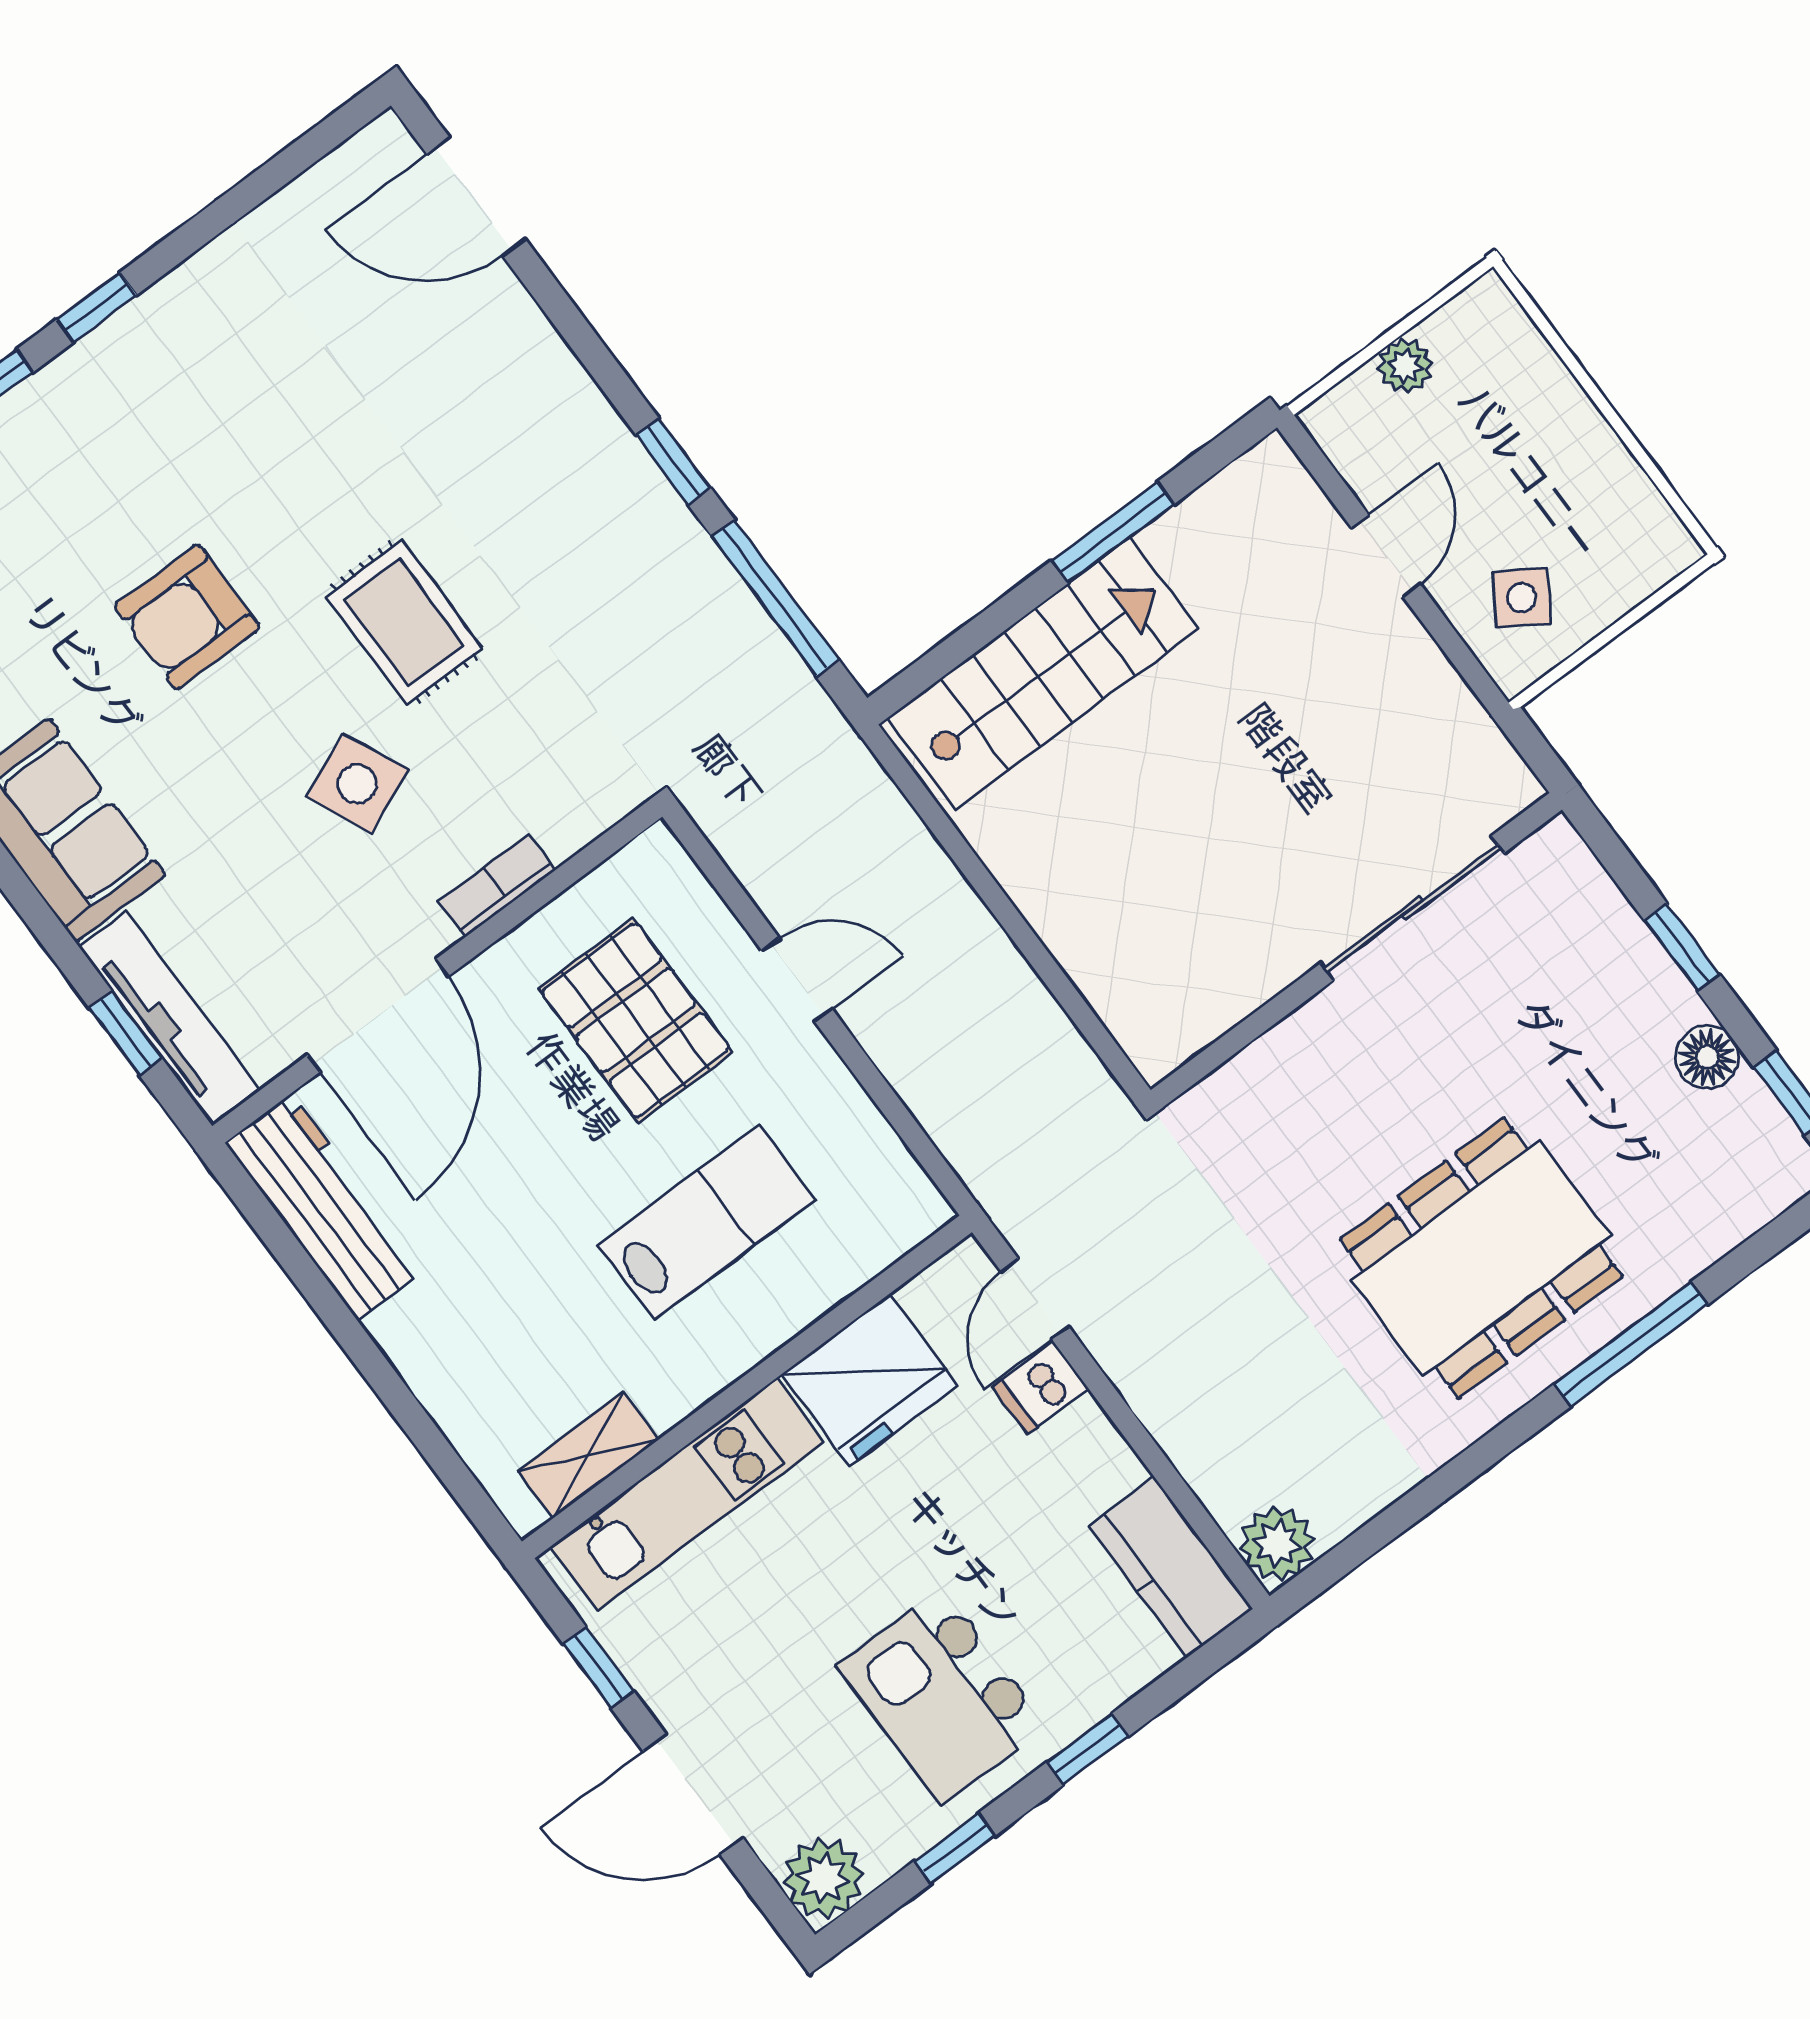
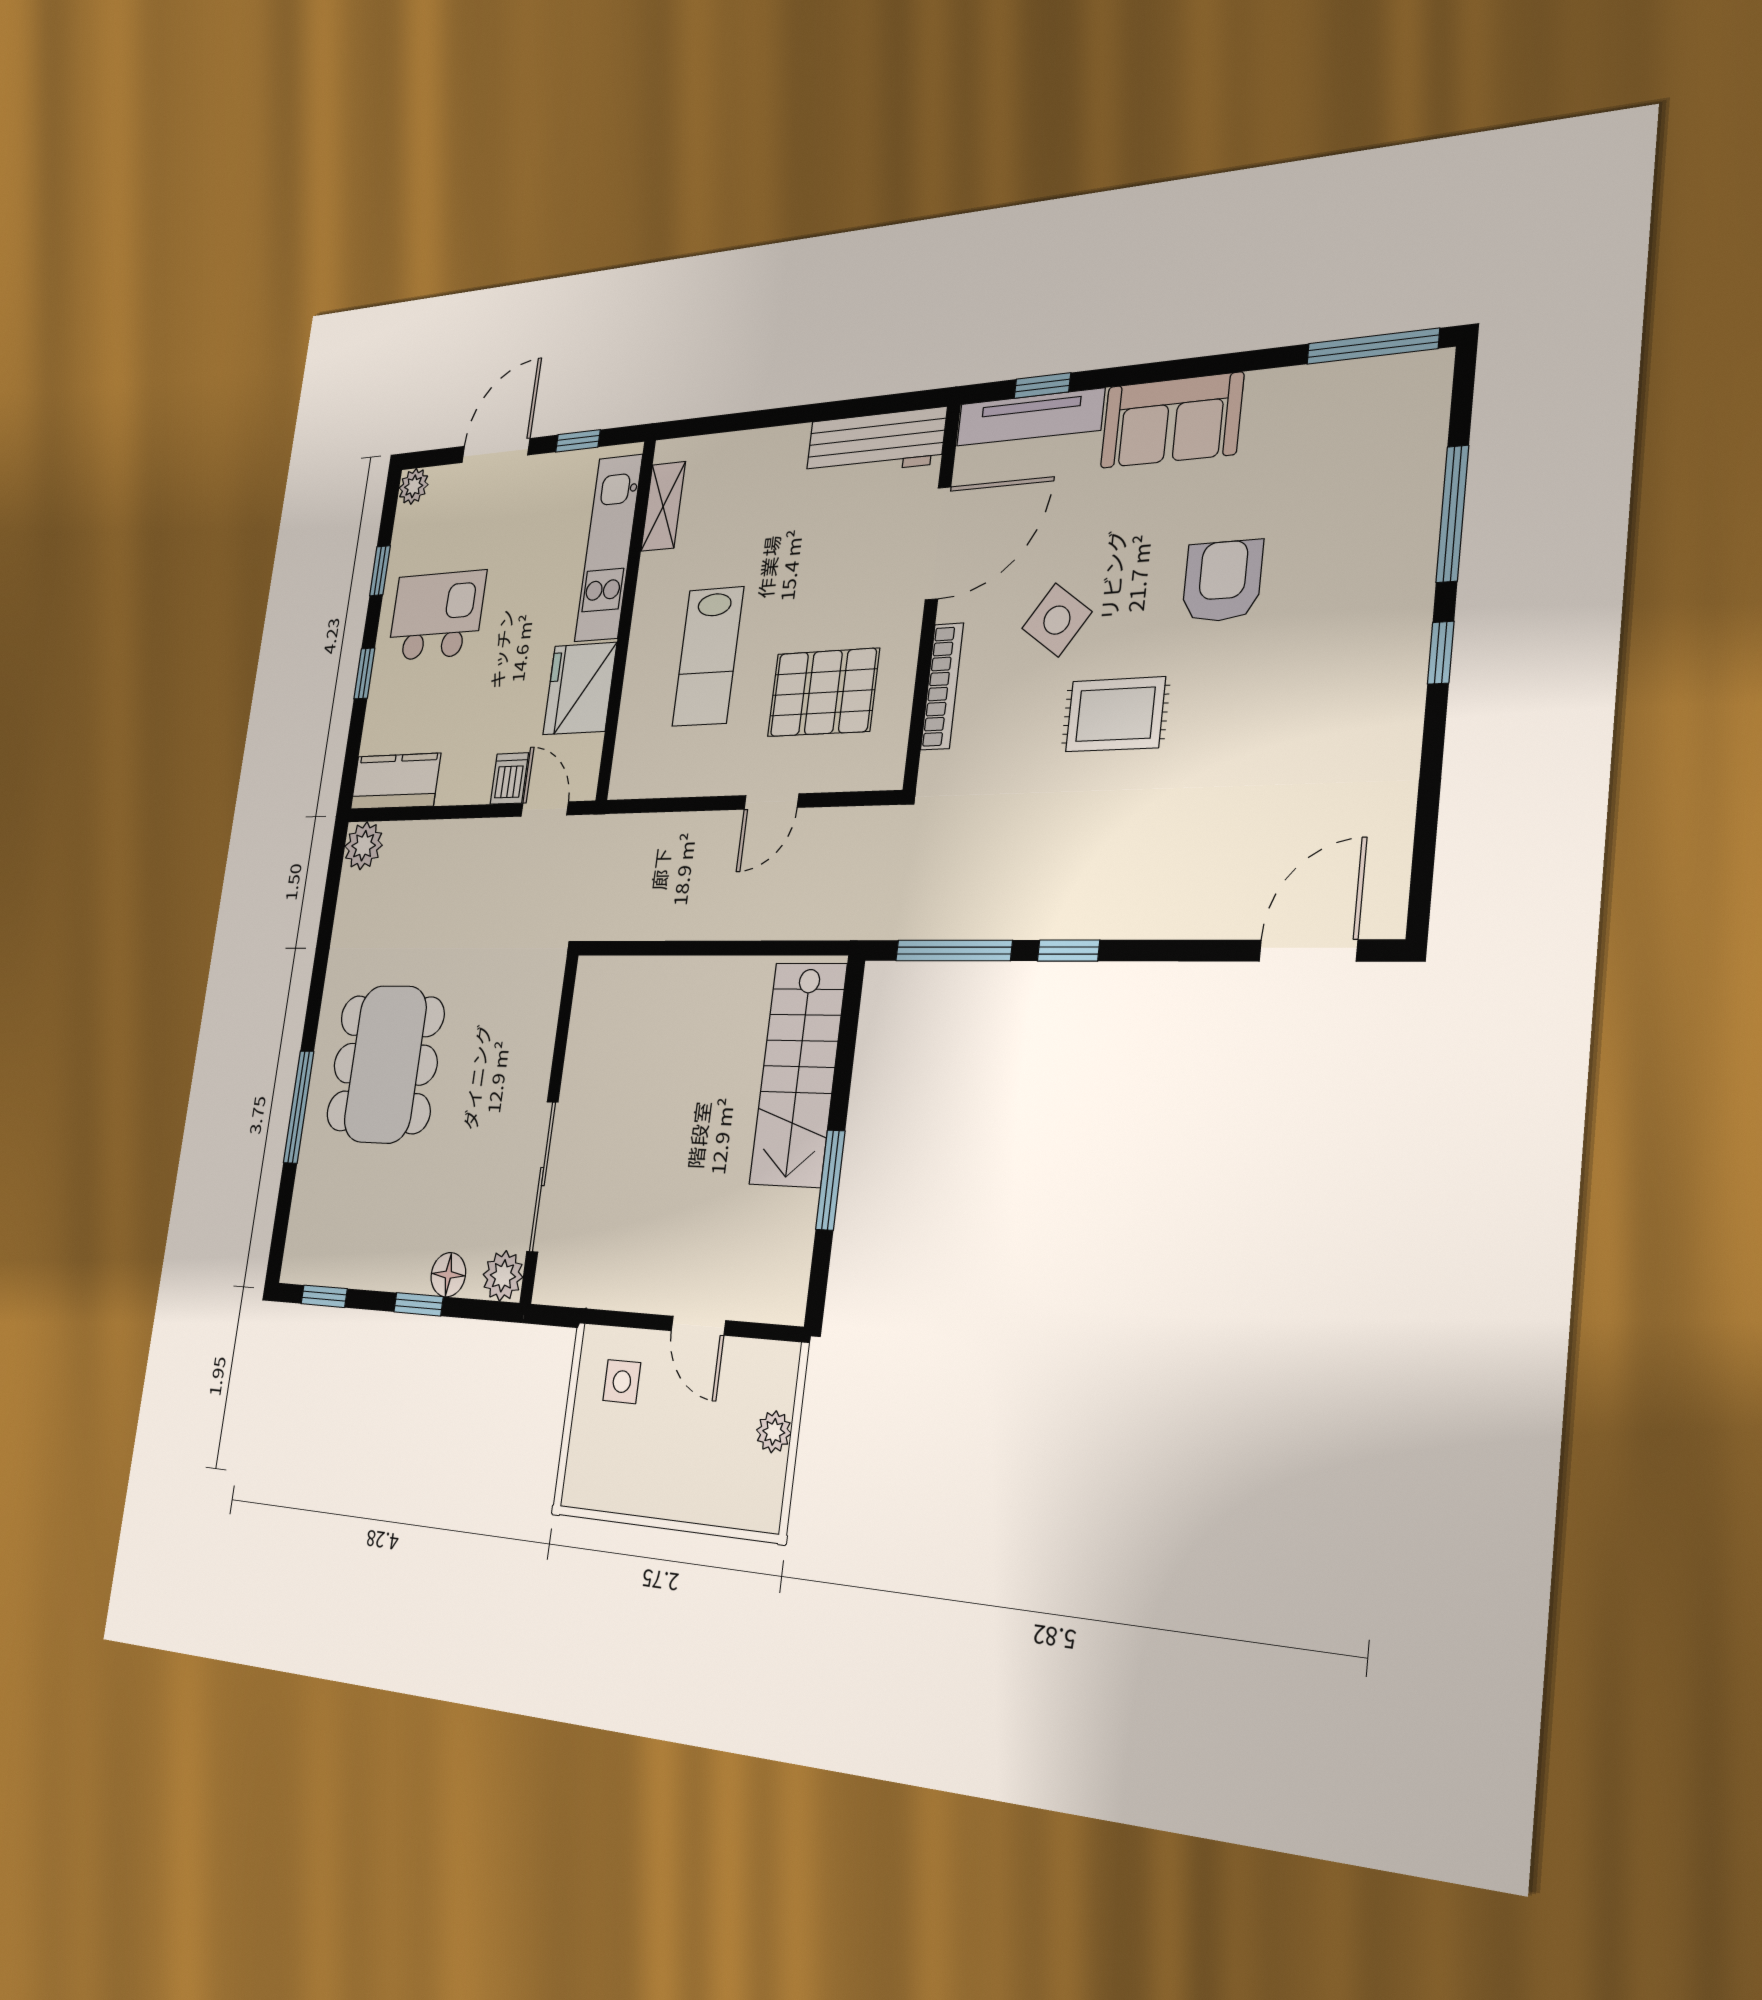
side table: (1522, 598) -> (622, 1382), turned -33
side table: (357, 784) -> (1057, 620), turned -30
plant: (1555, 860) -> (503, 1276), added
bookcase: (497, 886) -> (942, 686), width x1.56
door: (378, 1016) -> (938, 543), swing flipped
floor lamp: (1707, 1057) -> (448, 1275), moved
plant: (823, 1878) -> (414, 486), width x0.73, depth x0.73

